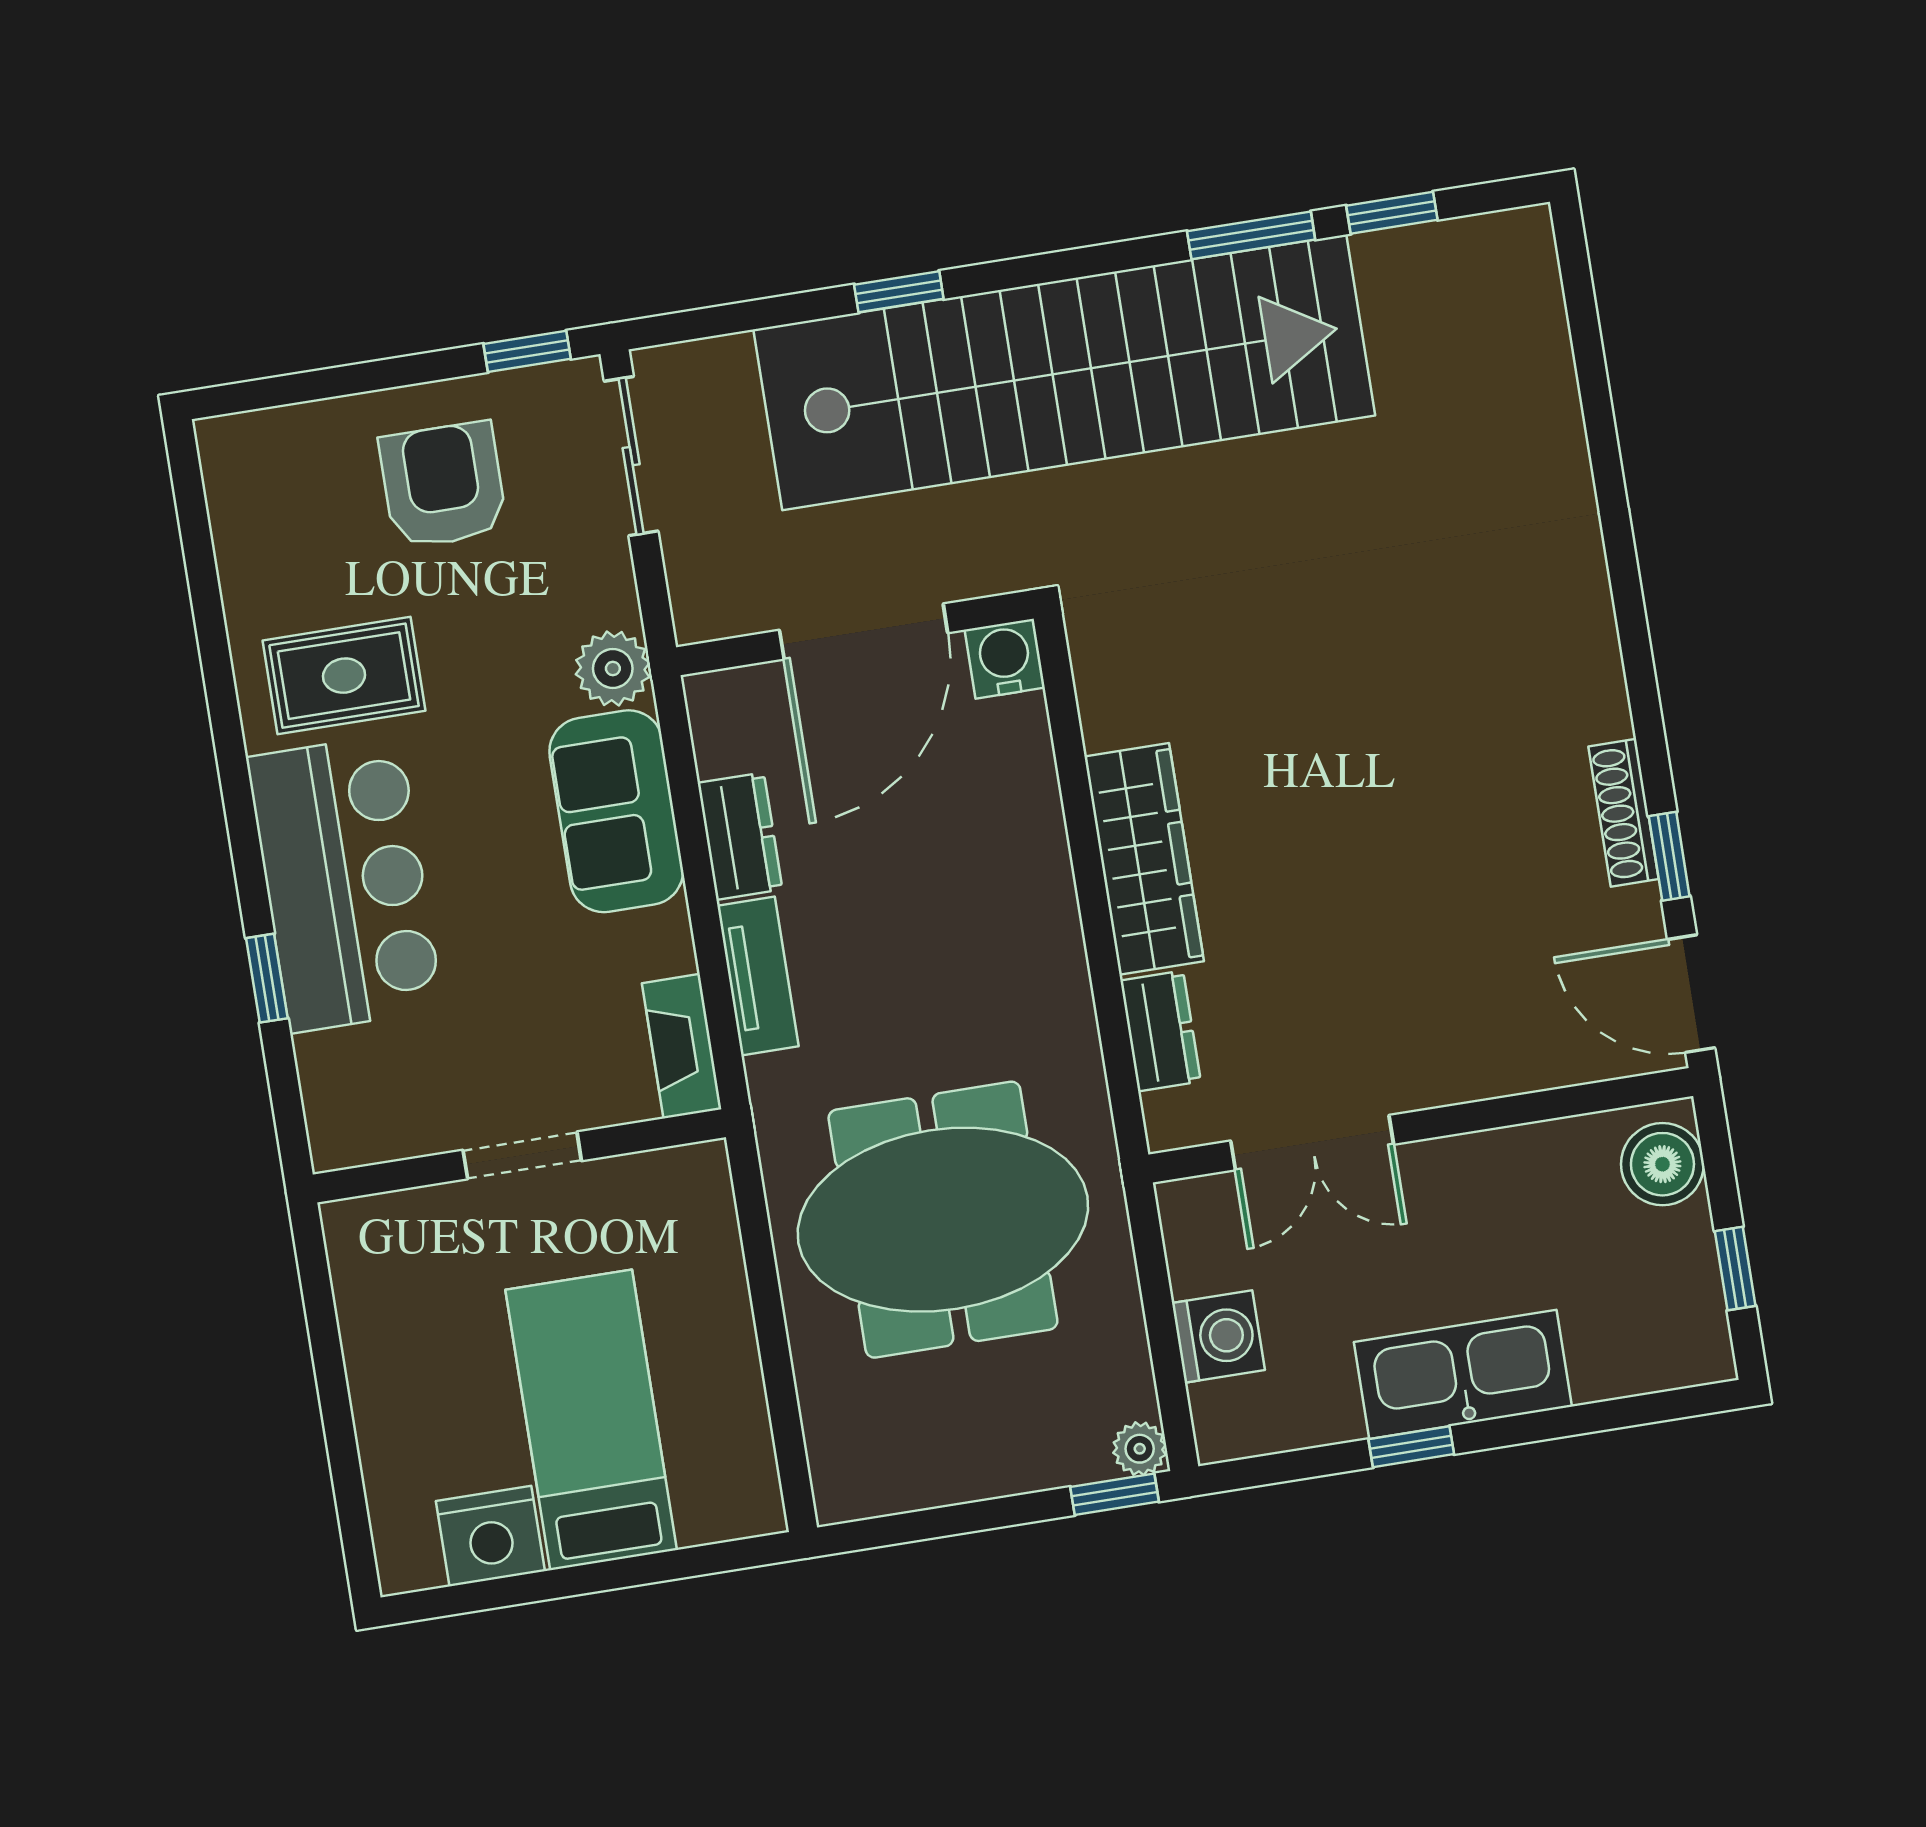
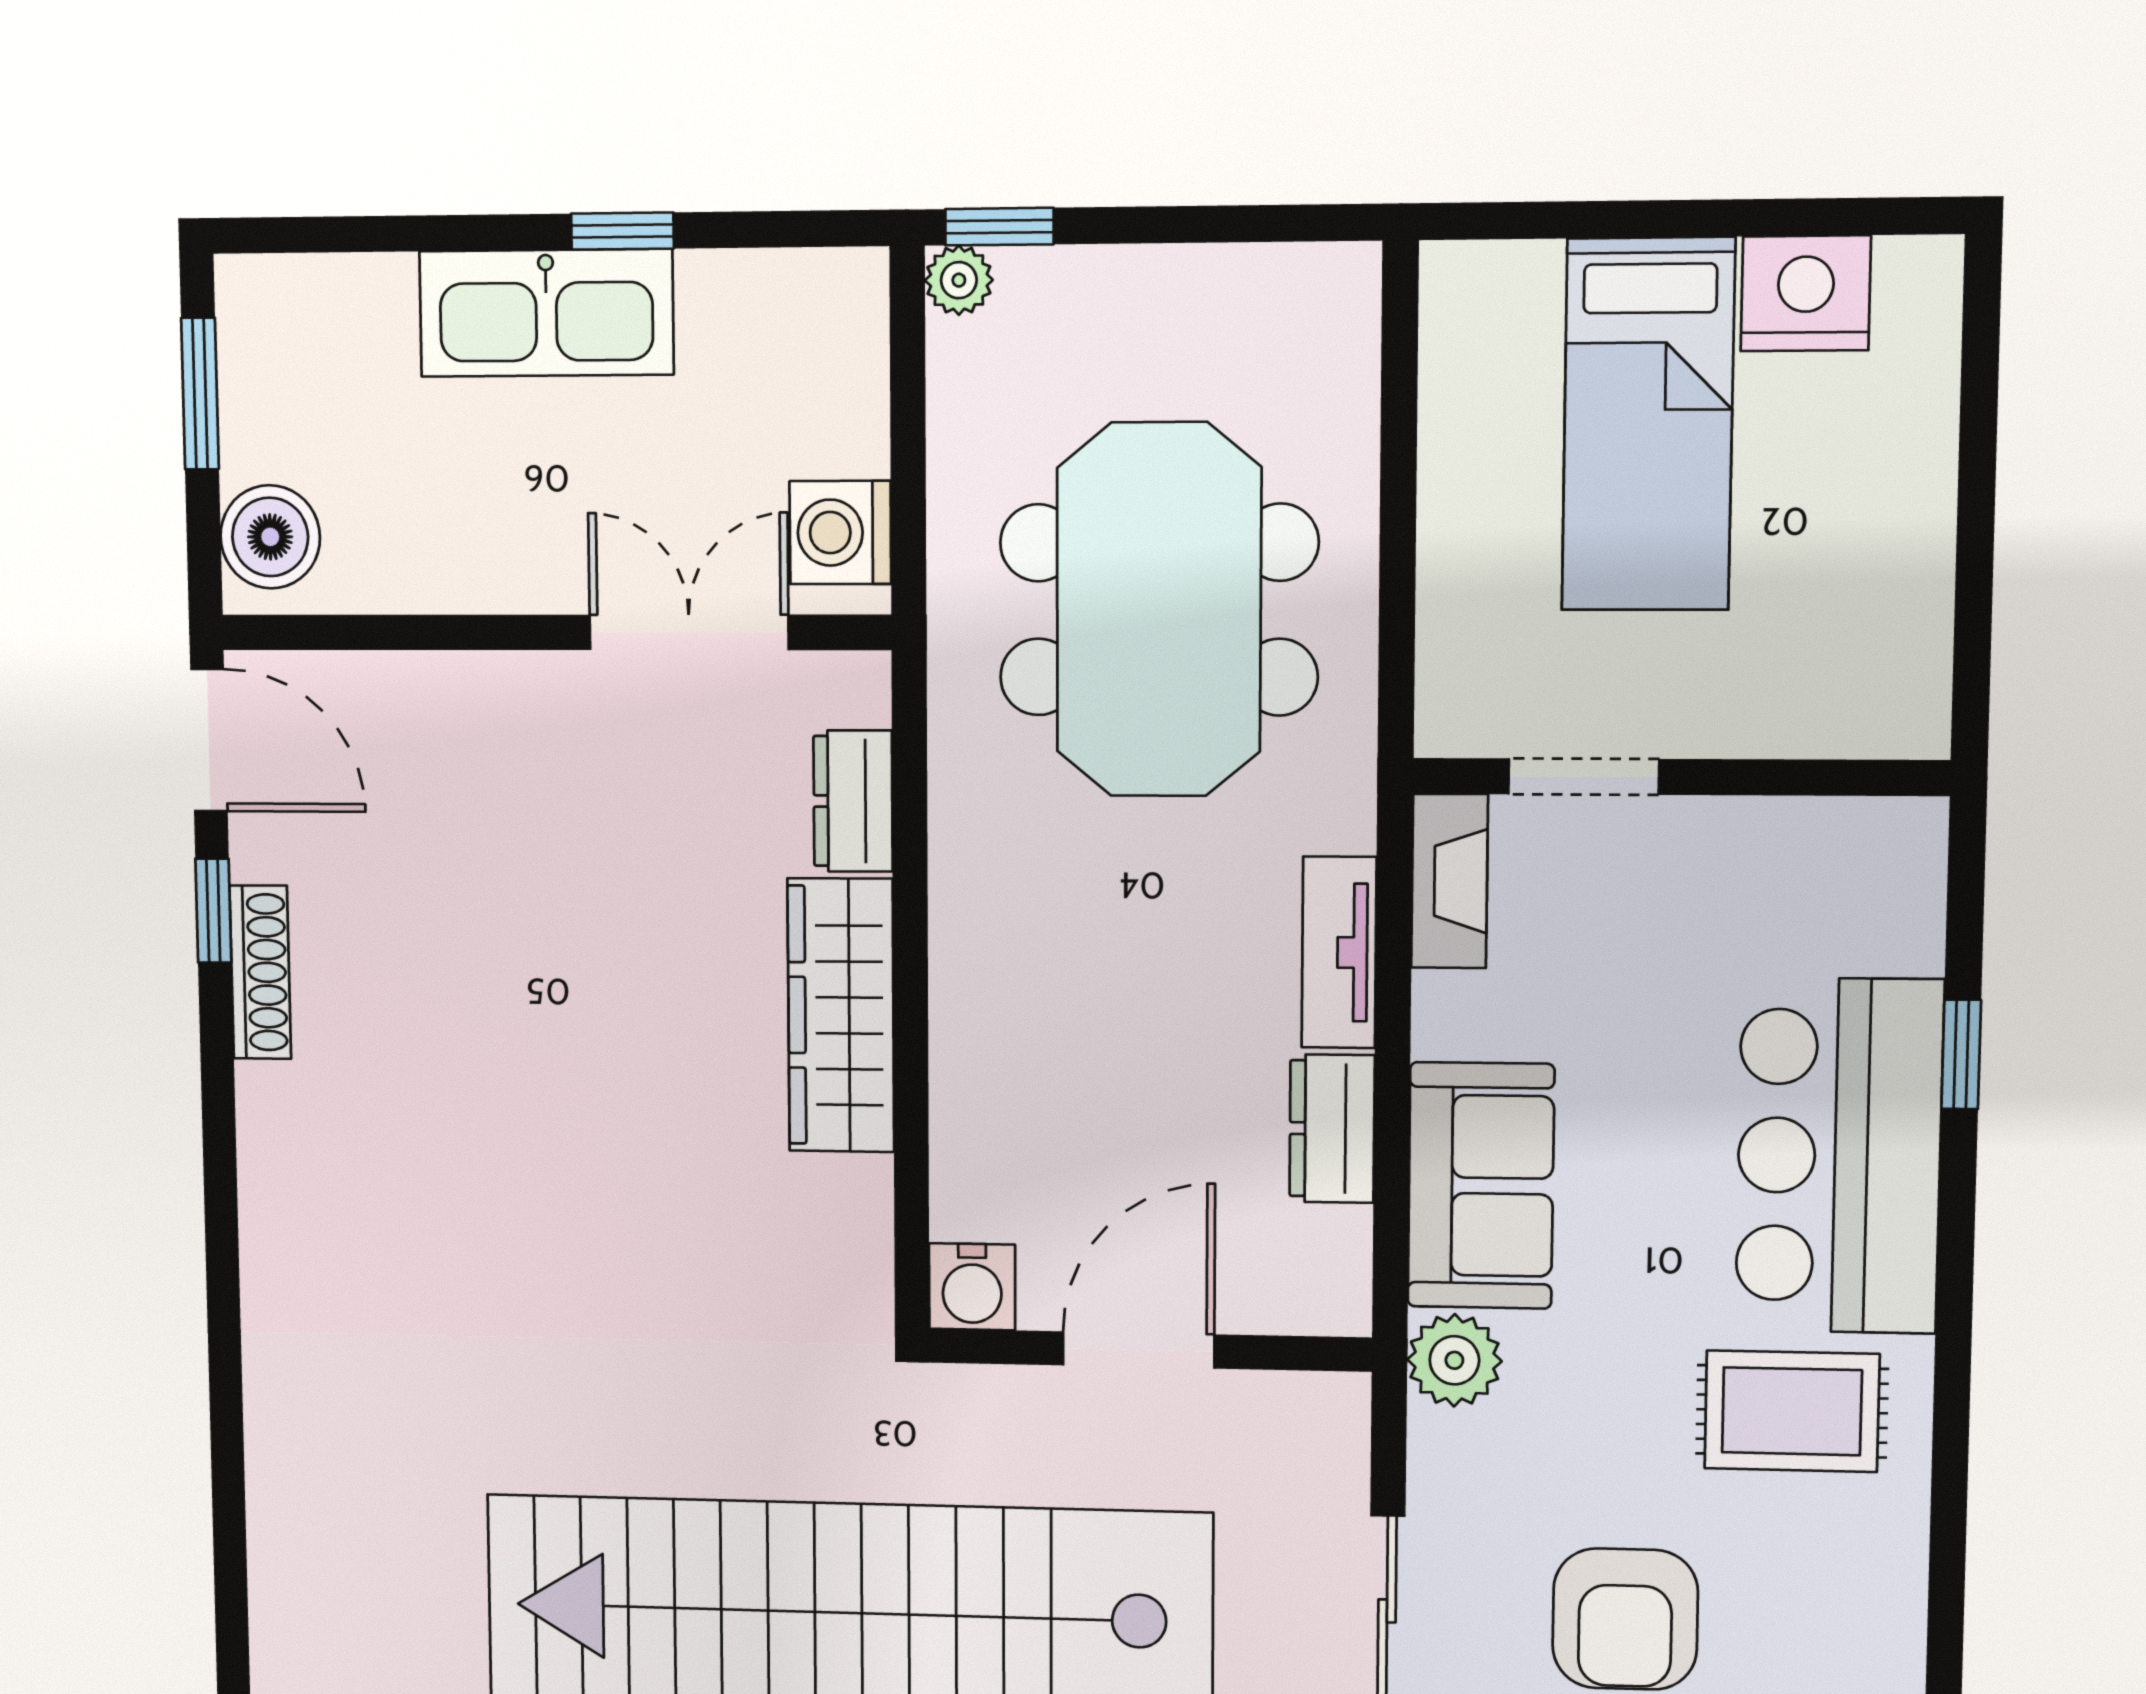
door: (864, 632) -> (1139, 1350), width x0.73
doorway: (522, 1155) -> (1584, 777), moved
meeting table: (943, 1220) -> (1159, 610), turned 90
window: (1735, 1268) -> (200, 394), width x1.50
washing machine: (1218, 1337) -> (840, 533), moved

